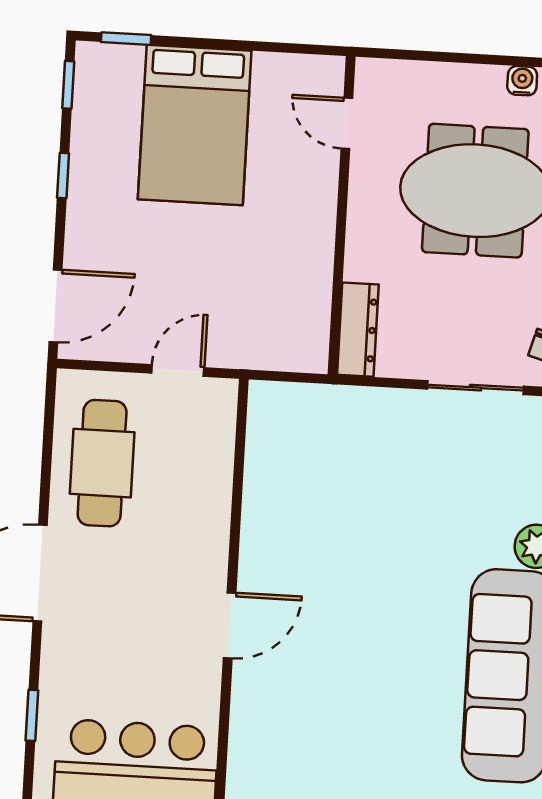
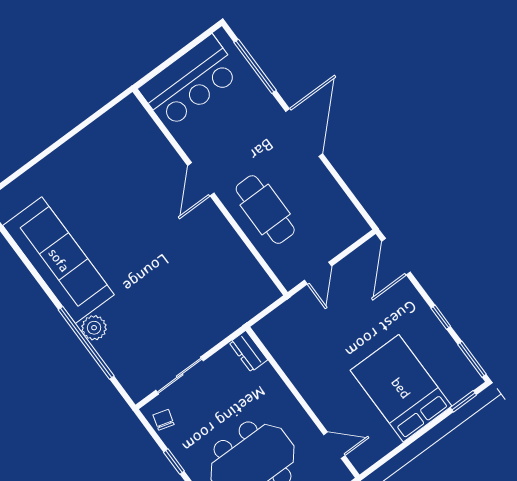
window: (68, 85) -> (472, 359), width x1.50
dresser: (358, 330) -> (248, 351), width x0.70
cafe table: (102, 463) -> (265, 210), moved
window: (32, 715) -> (255, 66), width x2.17

